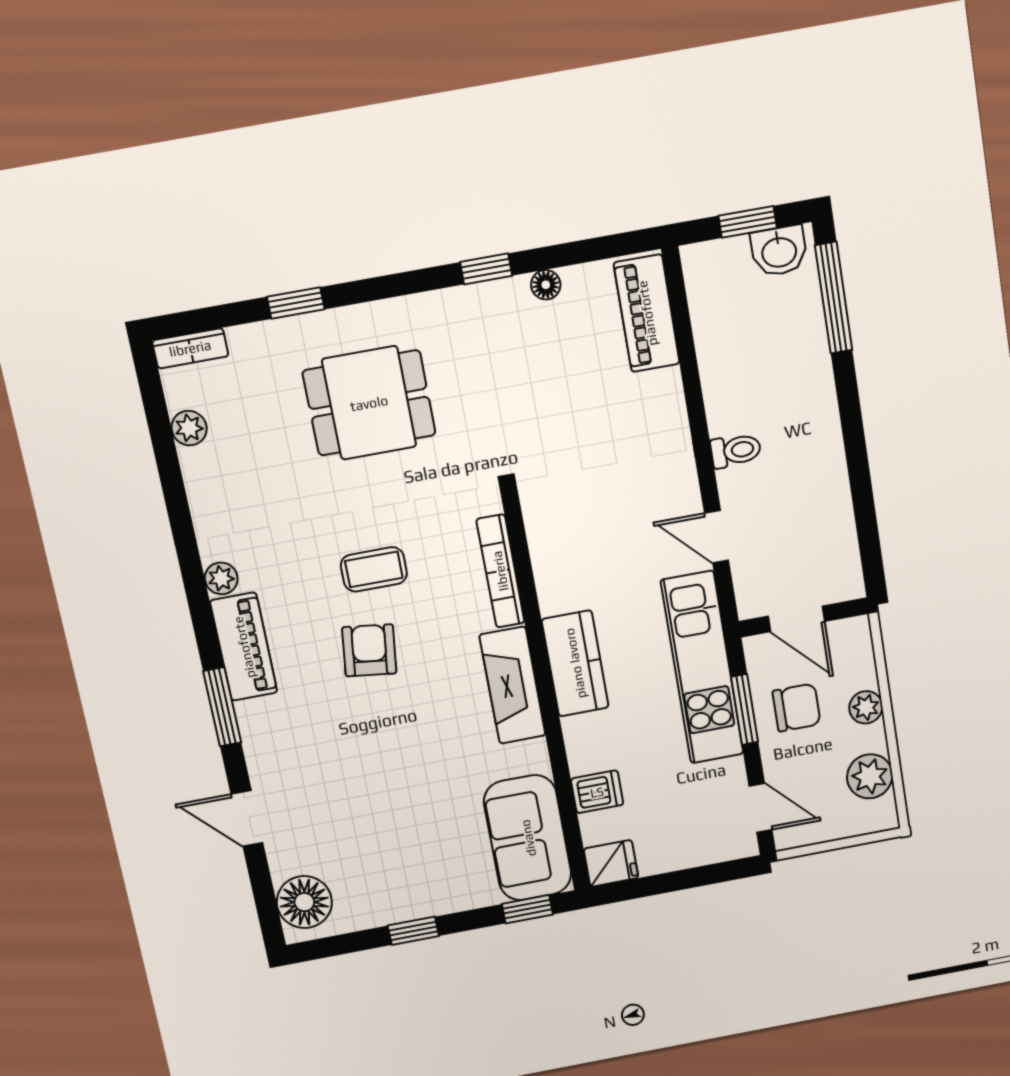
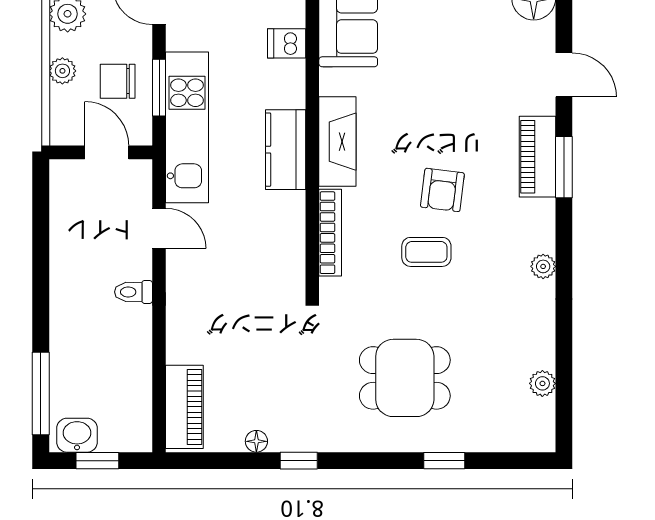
bookcase: (190, 348) -> (529, 442), removed
piano: (244, 647) -> (537, 157), moved

